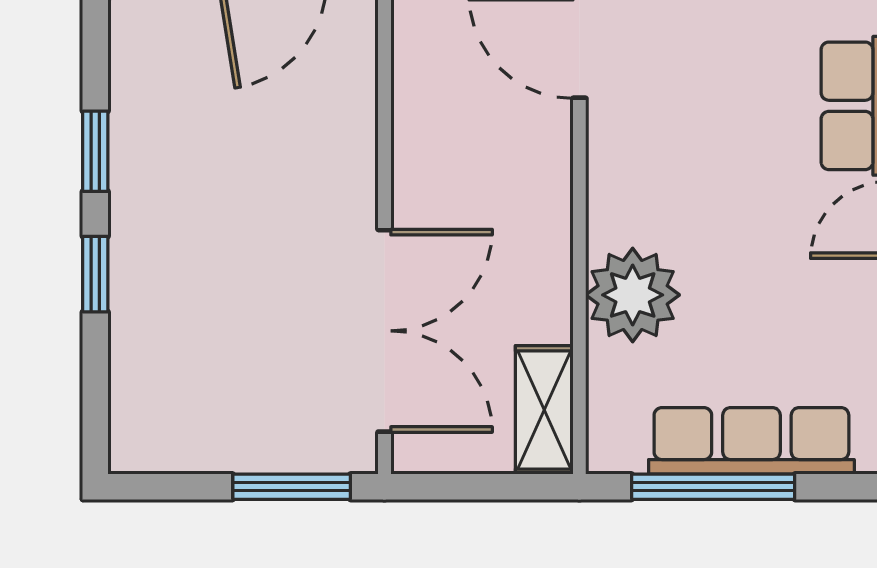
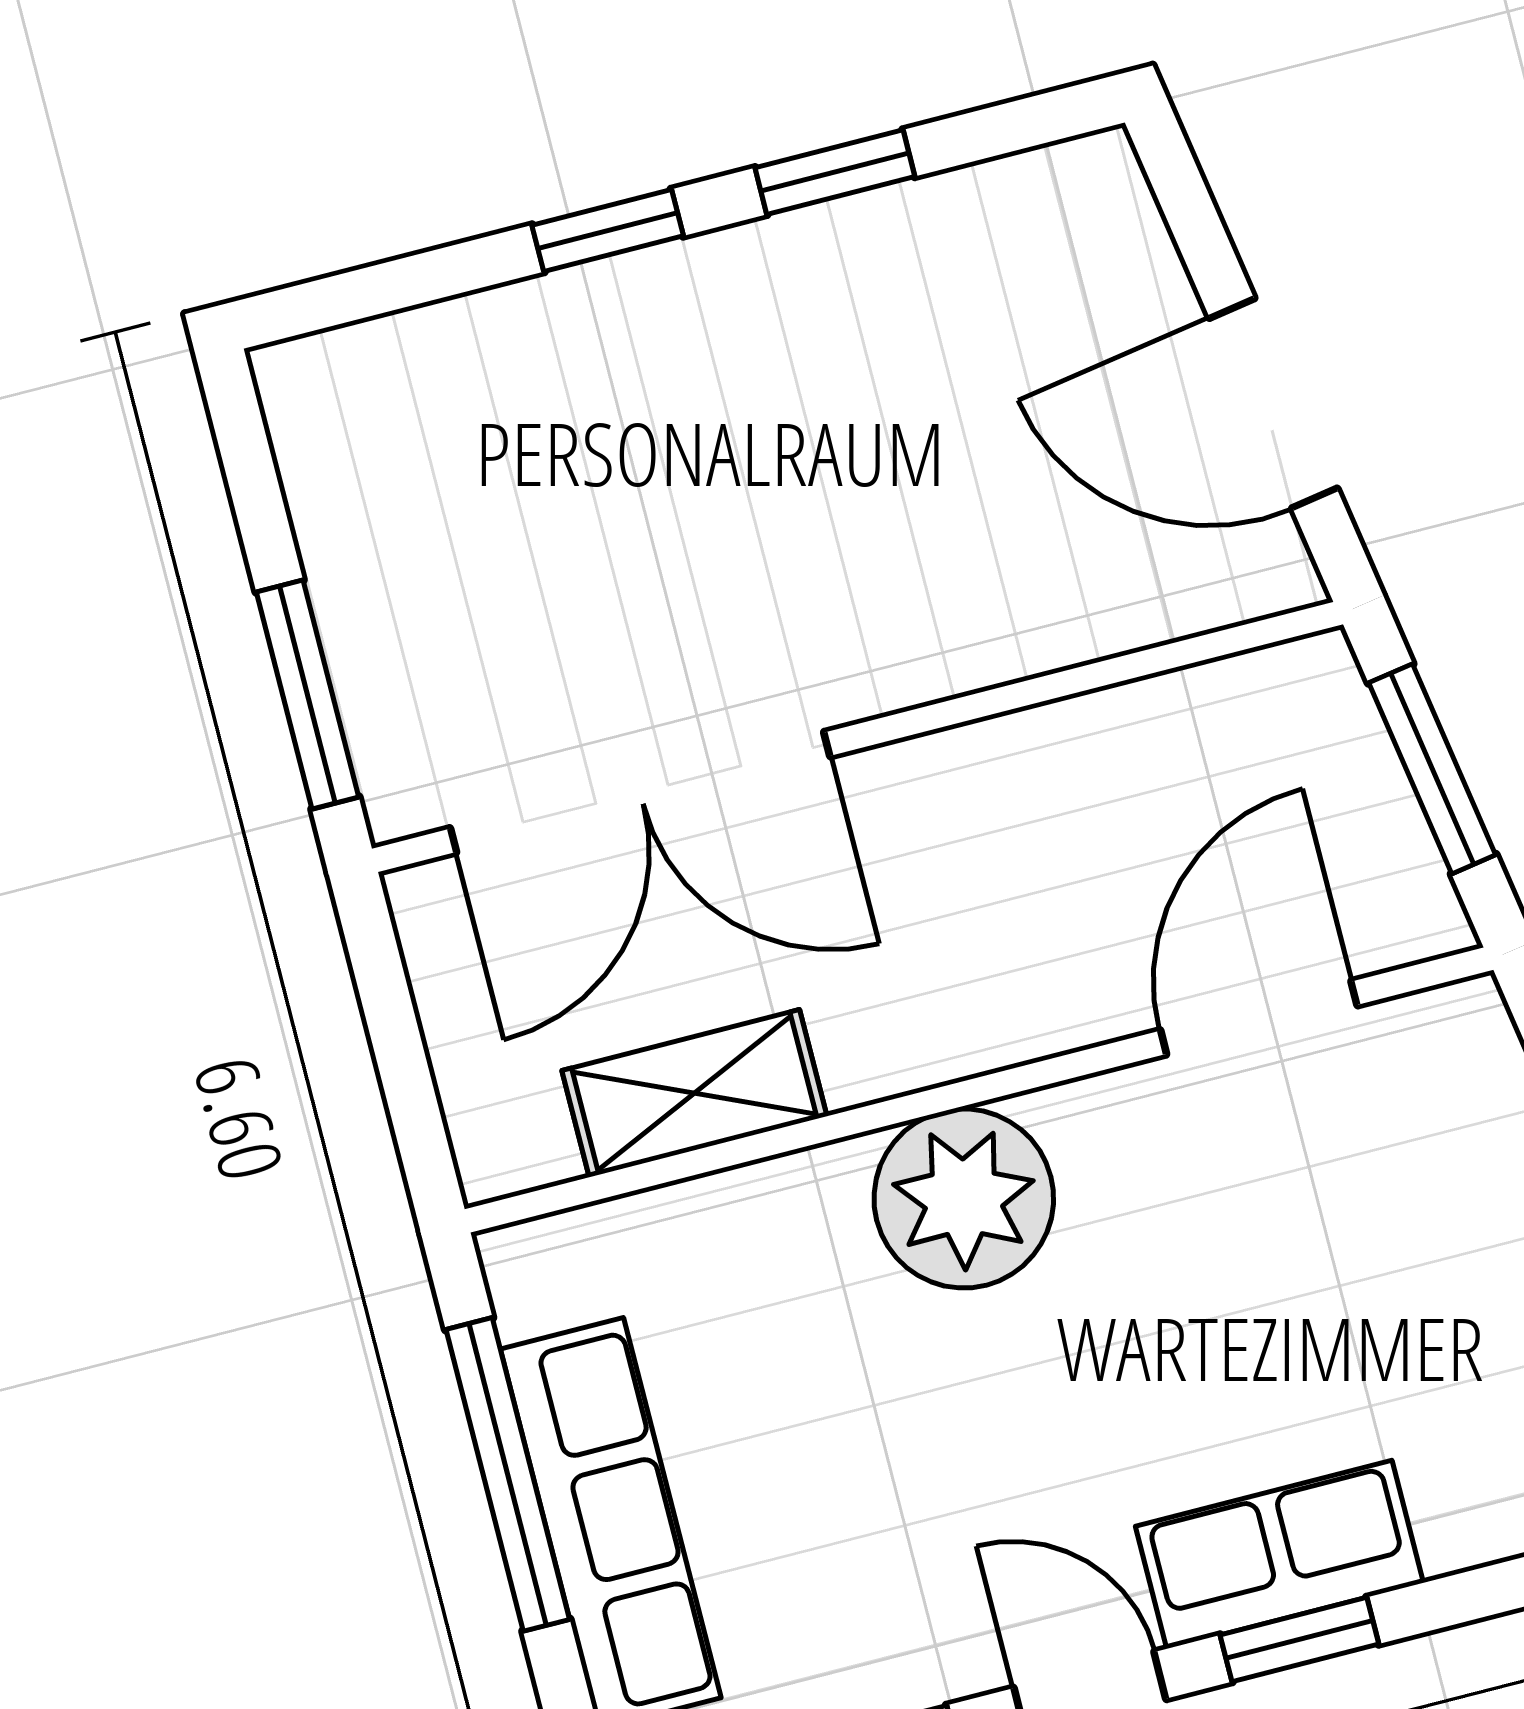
plant: (633, 295) -> (964, 1198), moved
shelving: (544, 410) -> (694, 1093), moved

